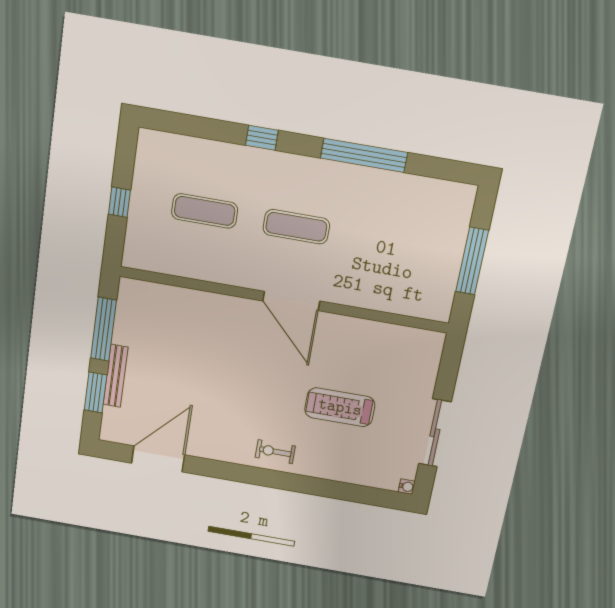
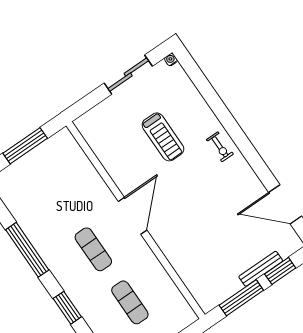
window: (262, 138) -> (67, 308), width x1.50

